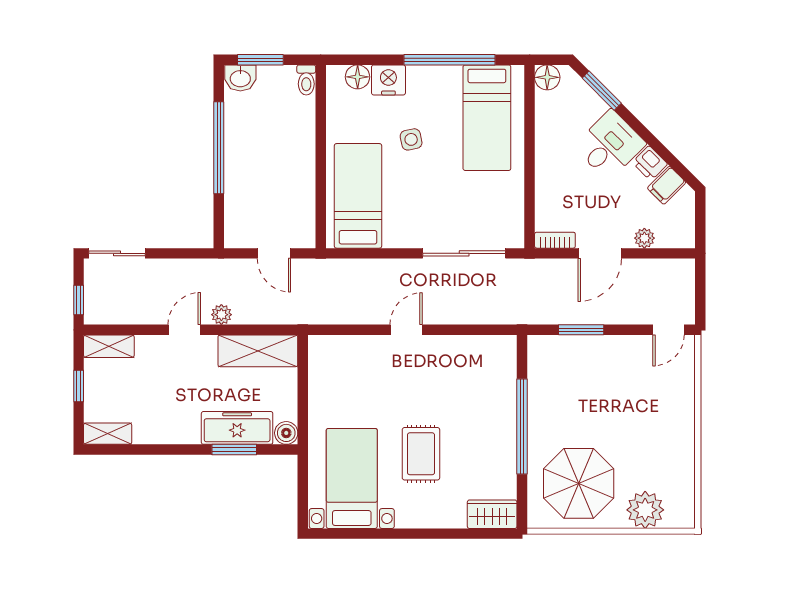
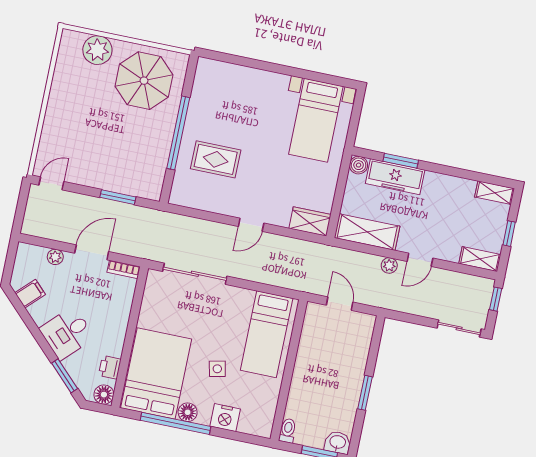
floor lamp: (358, 77) -> (188, 412), moved
bed: (487, 118) -> (156, 373), width x1.50
window: (219, 148) -> (365, 393), width x0.47
printer: (650, 163) -> (110, 367), moved, turned -135
rug: (421, 454) -> (216, 159), moved, turned 90
wardrobe: (492, 514) -> (310, 222), moved, turned 180

